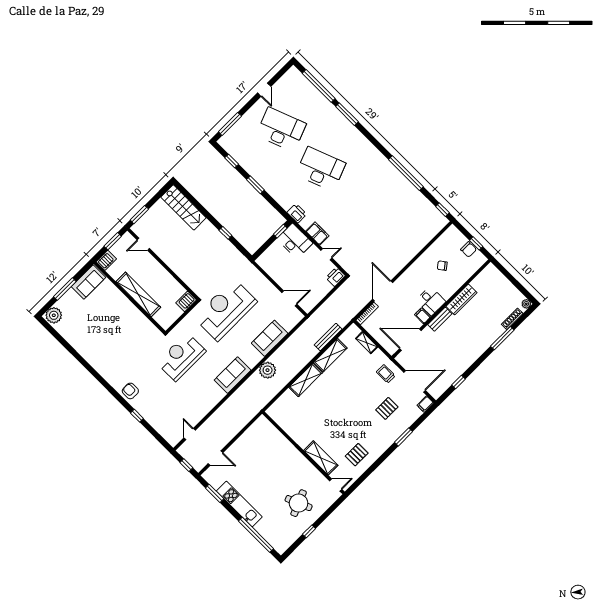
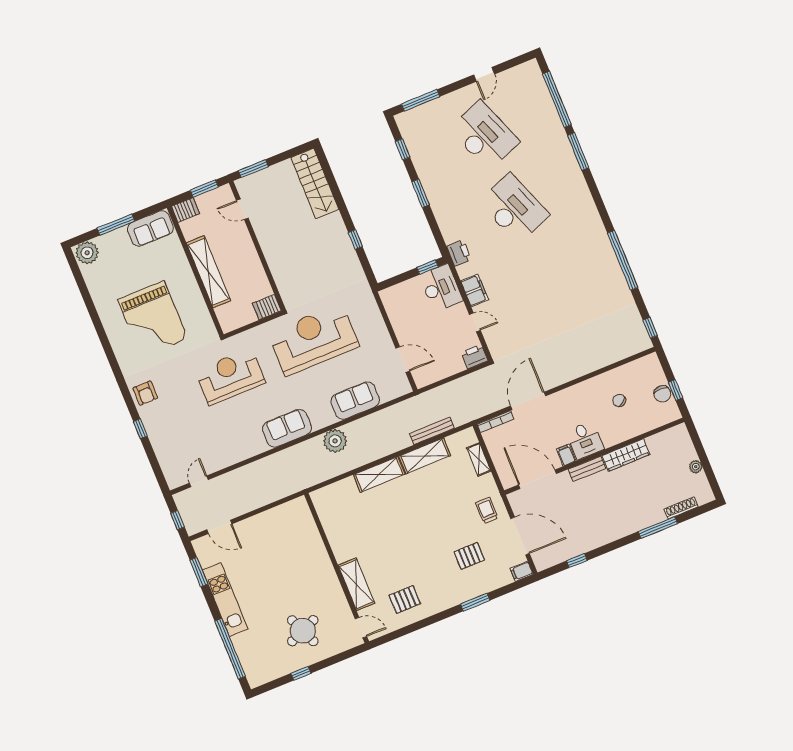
plant: (526, 304) -> (696, 467), moved
grand piano: (115, 341) -> (153, 319), added
armchair: (130, 391) -> (145, 393), turned 180

